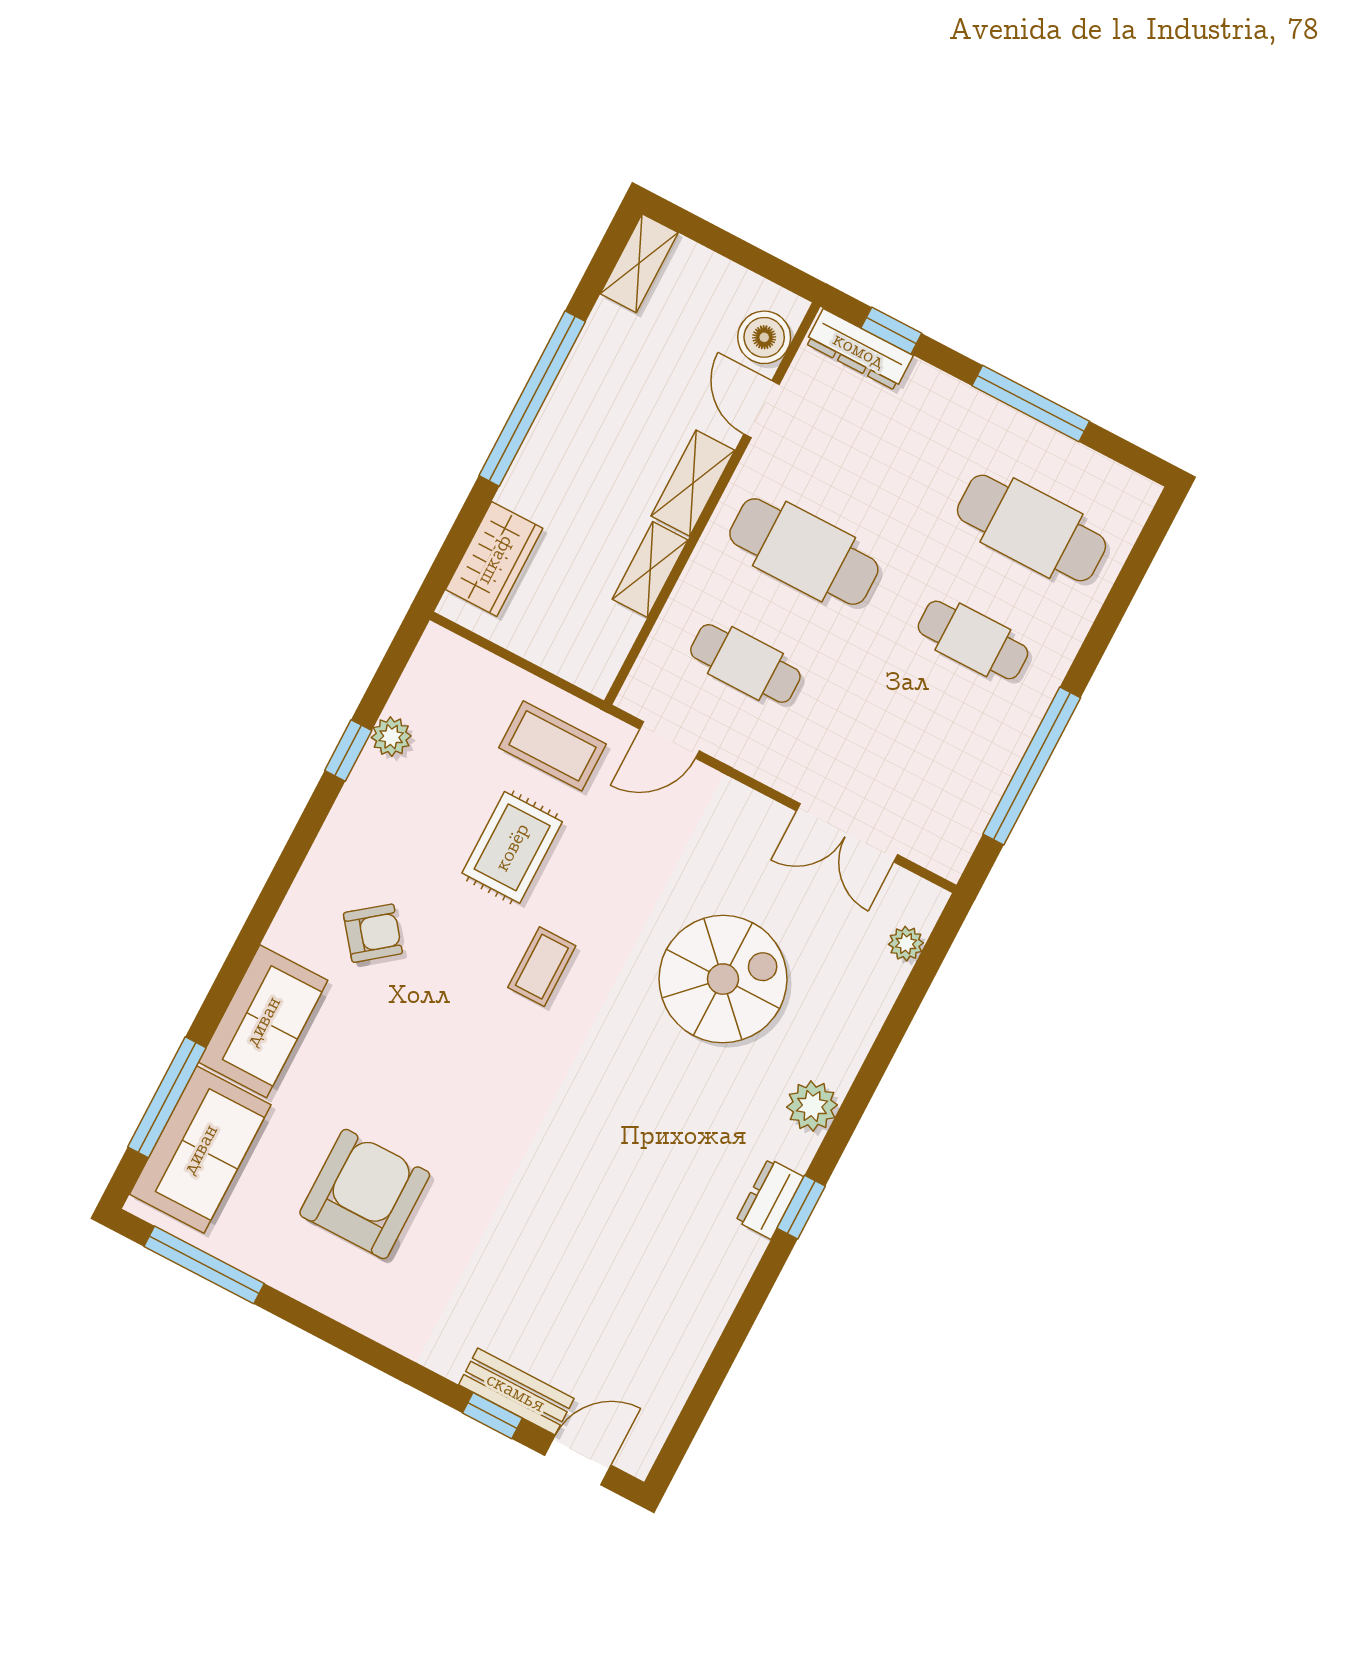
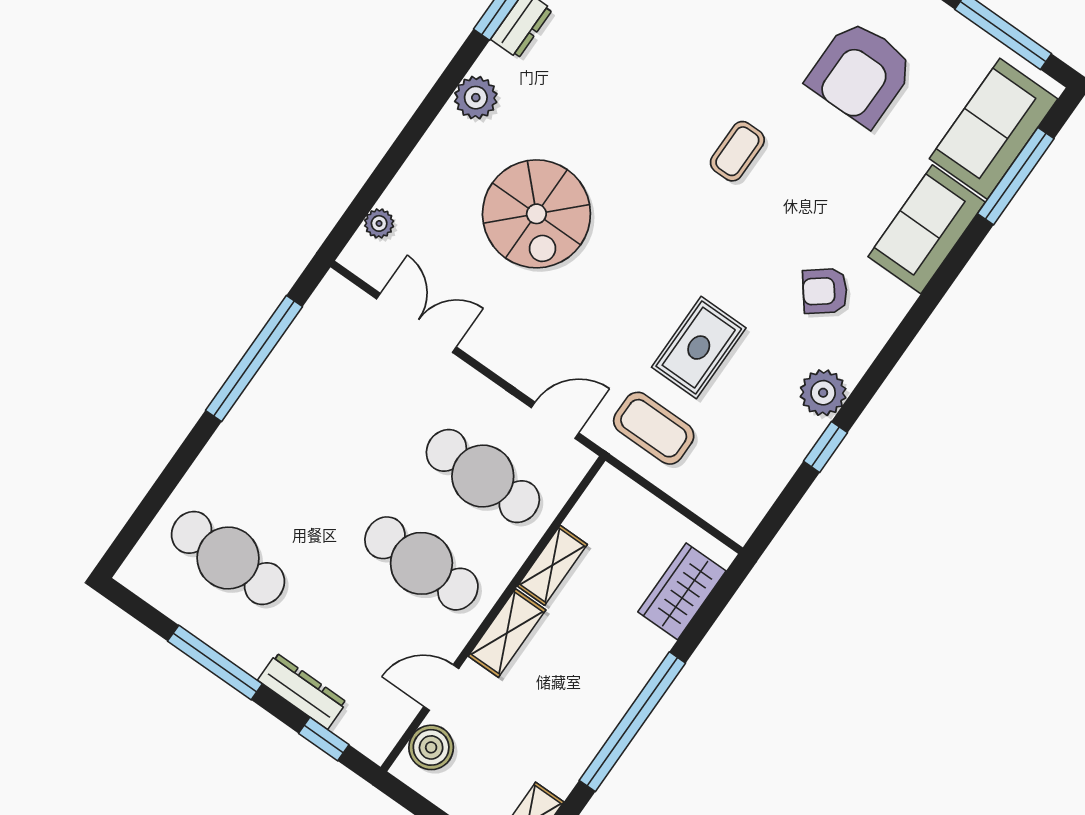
dresser: (859, 350) -> (302, 691), moved
door: (762, 409) -> (441, 687), swing flipped
cafe table: (973, 640) -> (289, 471), removed
cafe table: (745, 663) -> (483, 476), width x1.37, depth x1.35
plant: (391, 737) -> (823, 393), moved, width x1.38, depth x1.38
coffee table: (542, 967) -> (737, 151), moved
spiral stairs: (723, 979) -> (536, 214), turned -90

